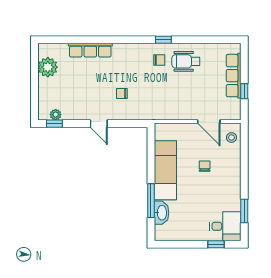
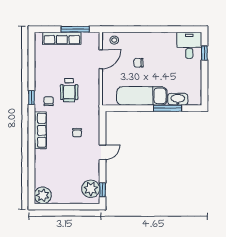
row of seats: (90, 50) -> (40, 130), moved
wheelchair: (186, 61) -> (69, 90), moved
plant: (48, 67) -> (43, 195), moved
window: (244, 91) -> (75, 29), width x2.17
plant: (56, 115) -> (91, 189), width x1.88, depth x1.88
window: (244, 211) -> (176, 29), removed

